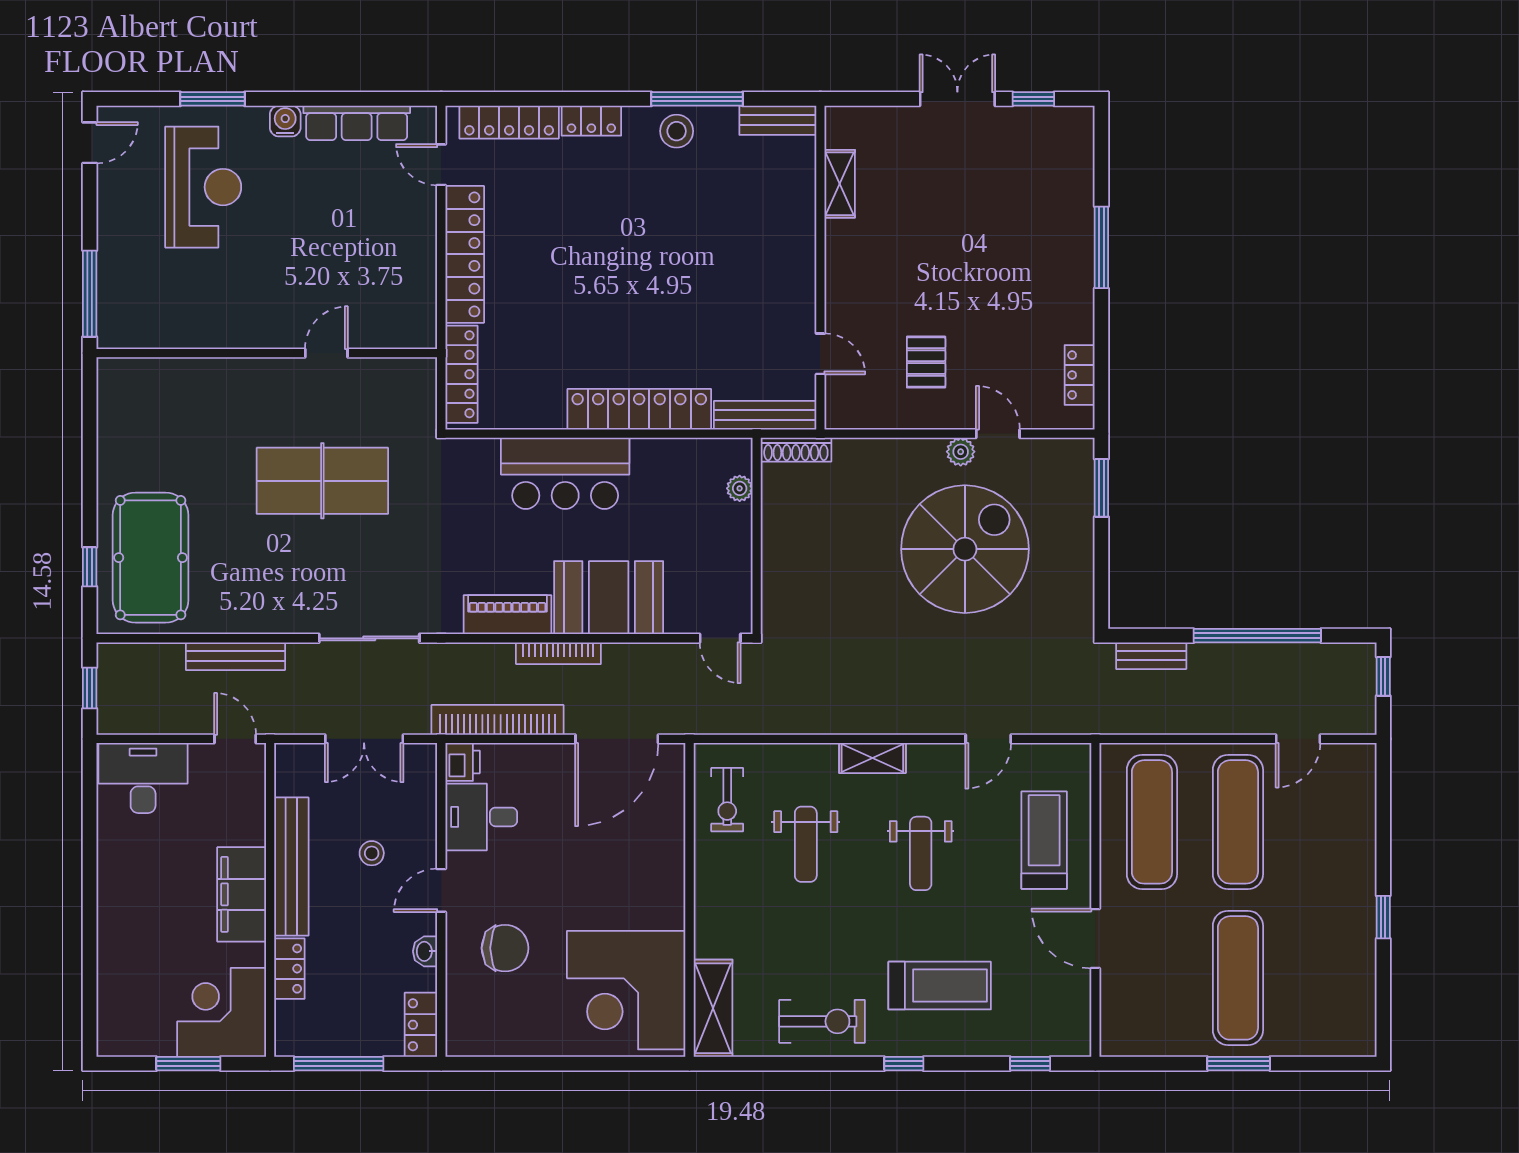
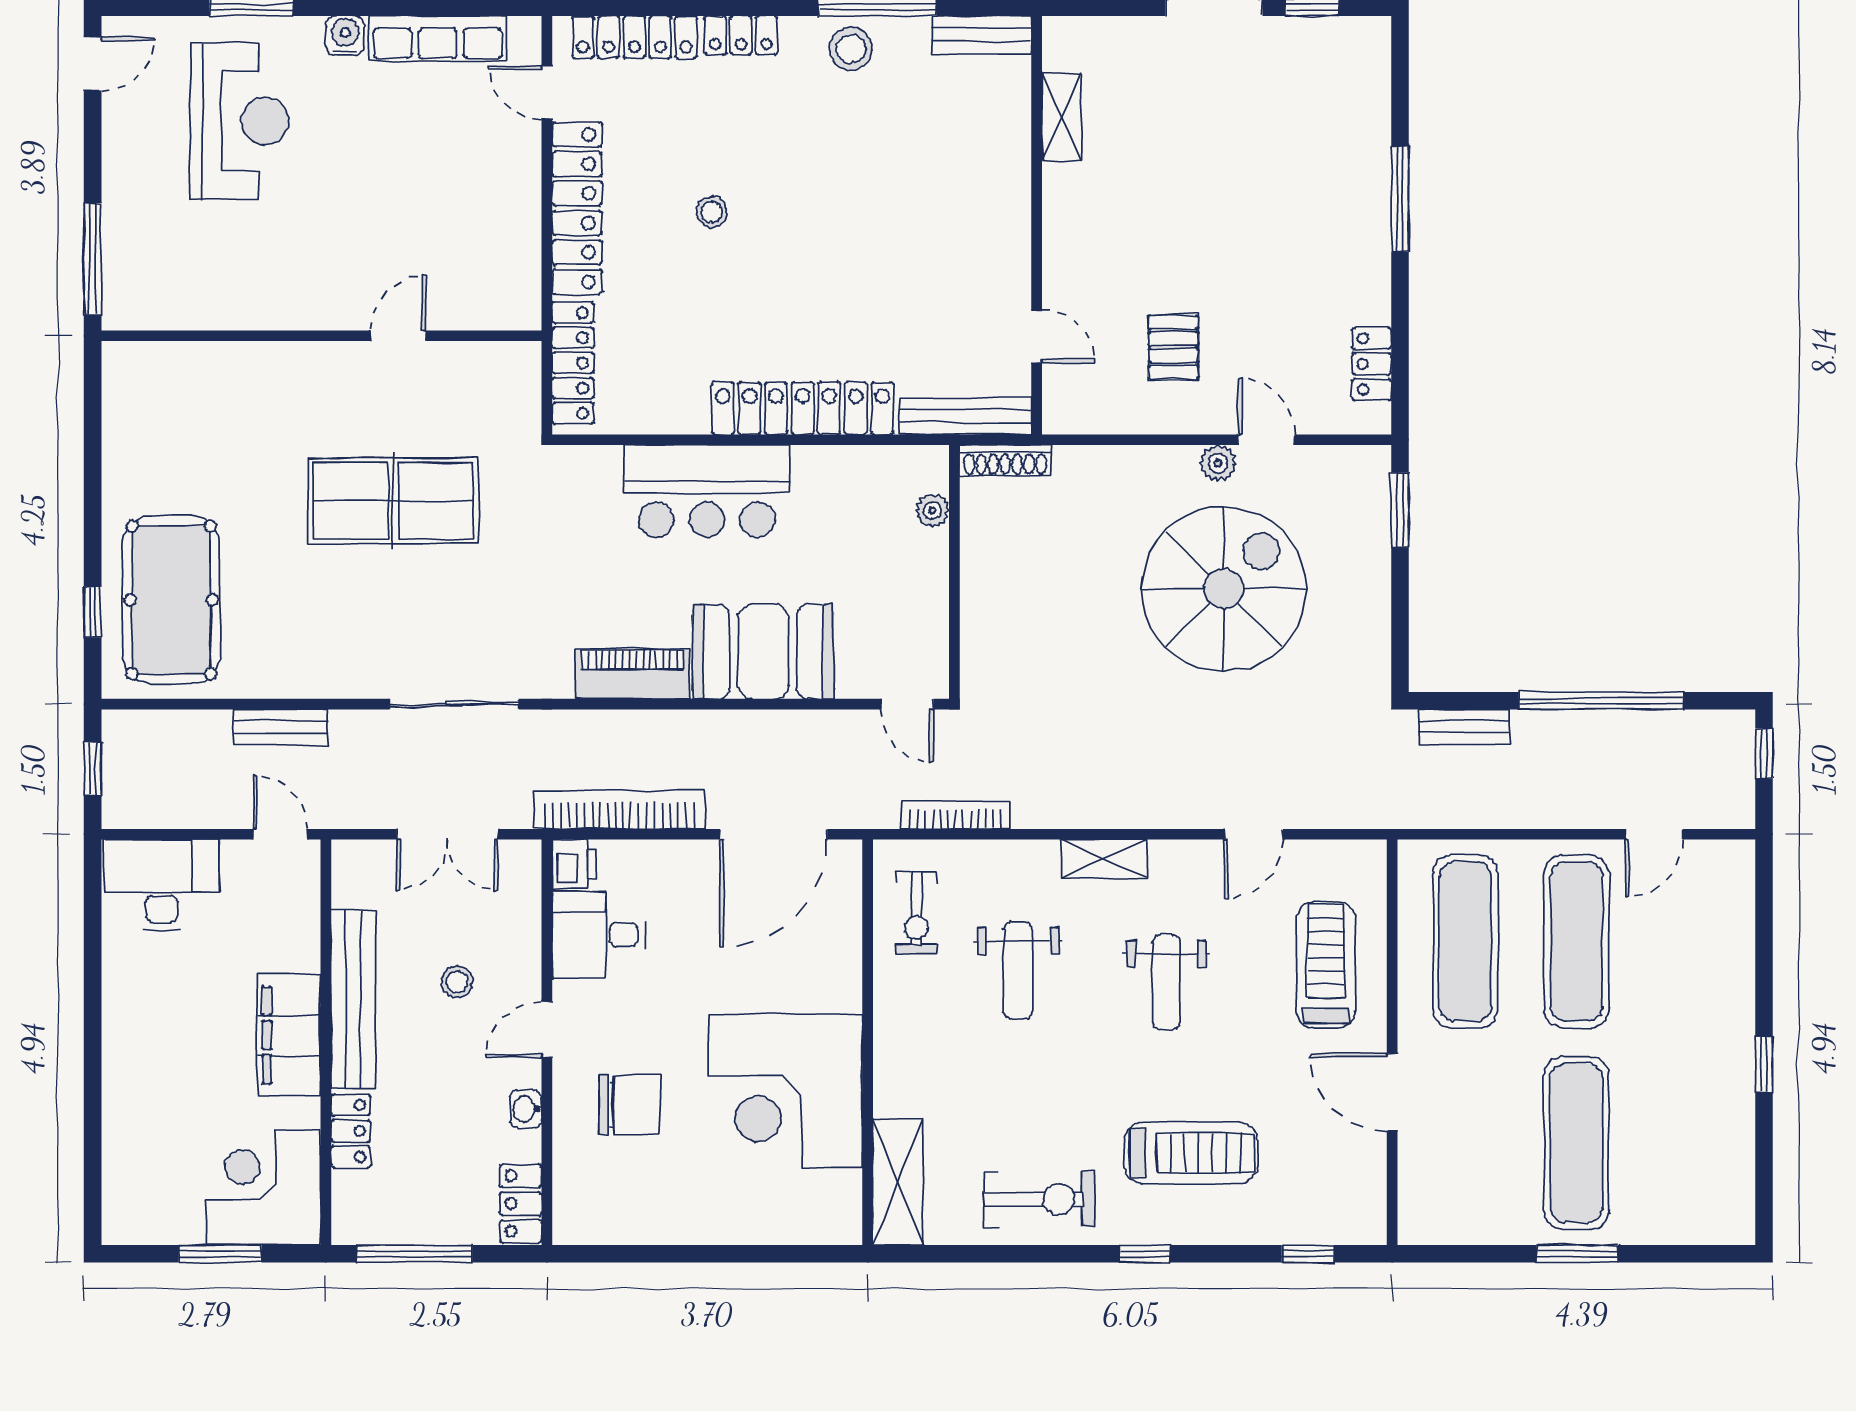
stool: (569, 257) -> (712, 212), added
bookcase: (558, 653) -> (956, 815), moved, turned 180
bench: (235, 656) -> (281, 727), width x0.73
corner desk: (626, 990) -> (786, 1091), moved

